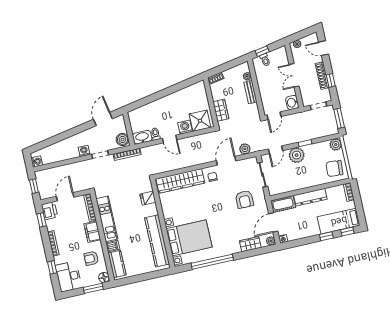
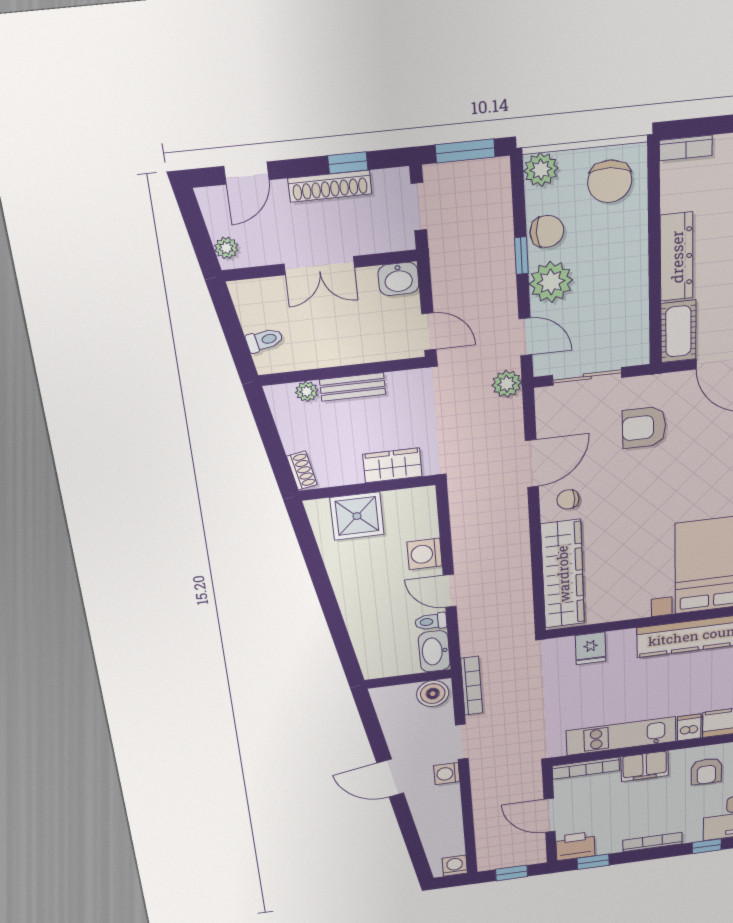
window: (262, 51) -> (238, 346), removed
door: (103, 119) -> (390, 778), moved
shower: (200, 121) -> (357, 516), moved
door: (170, 139) -> (450, 591), swing flipped
plant: (245, 149) -> (507, 384), moved
chair: (315, 150) -> (547, 231), added
door: (226, 161) -> (532, 463), swing flipped
armchair: (244, 199) -> (644, 427), turned 180

